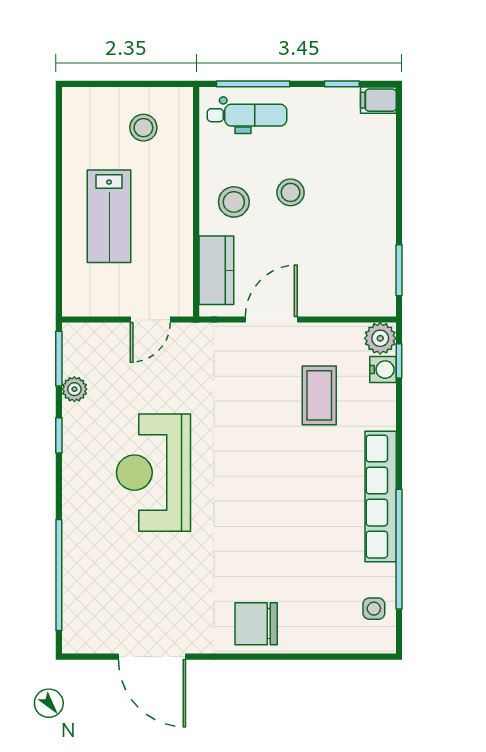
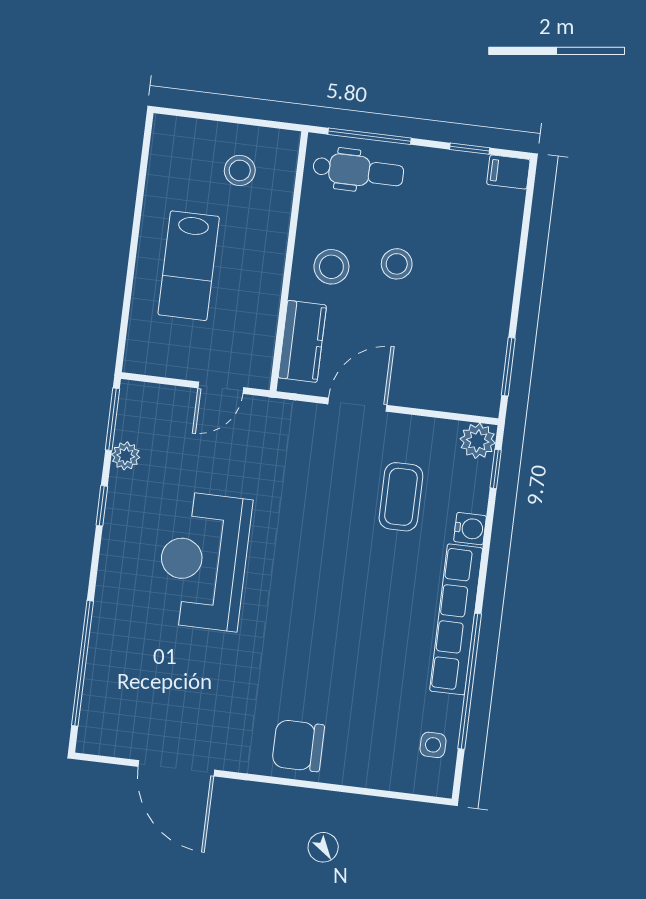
water cooler: (383, 370) -> (470, 529), moved

